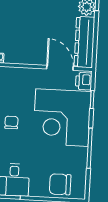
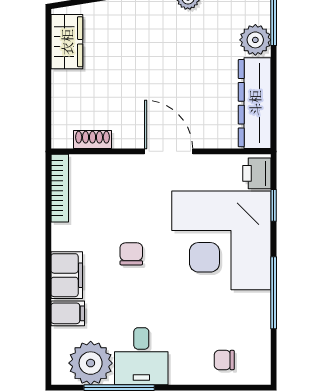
door: (60, 68) -> (169, 151), moved
chair: (60, 184) -> (224, 360), width x0.54, depth x0.54

